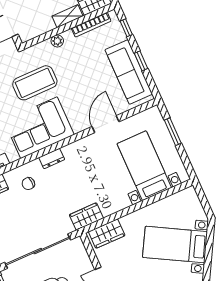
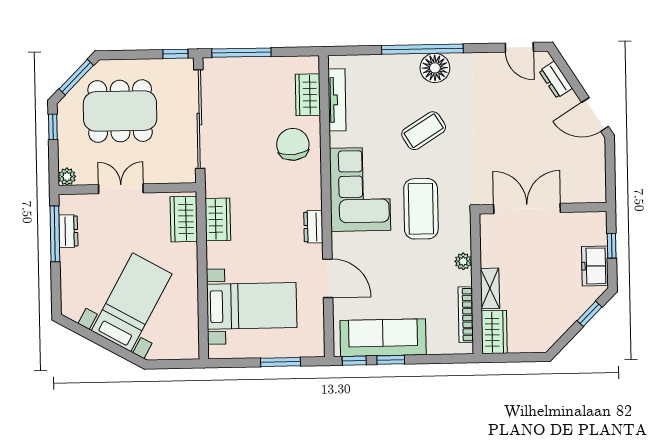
window: (126, 28) -> (354, 361), moved
dresser: (52, 158) -> (313, 227), moved
chair: (28, 184) -> (293, 144), width x1.87, depth x1.87
wardrobe: (86, 217) -> (218, 219), moved

